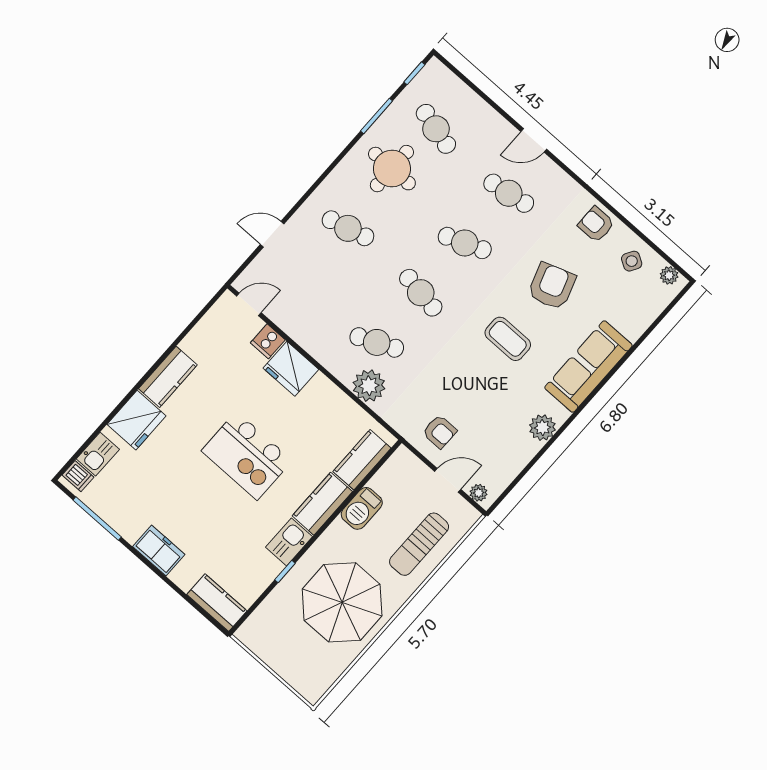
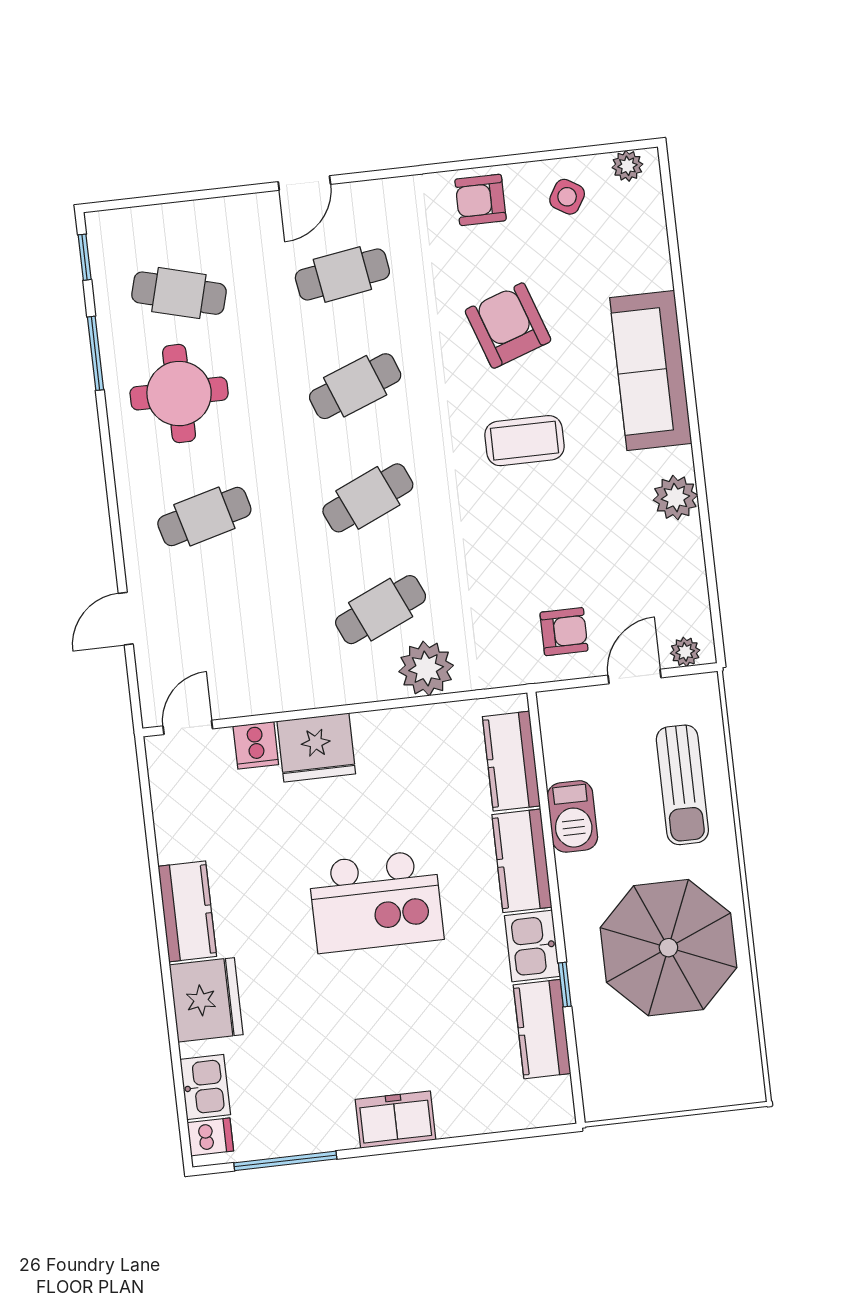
cafe table: (421, 293) -> (368, 498), turned -33
kitchen counter: (217, 603) -> (542, 1029), moved, turned -90

